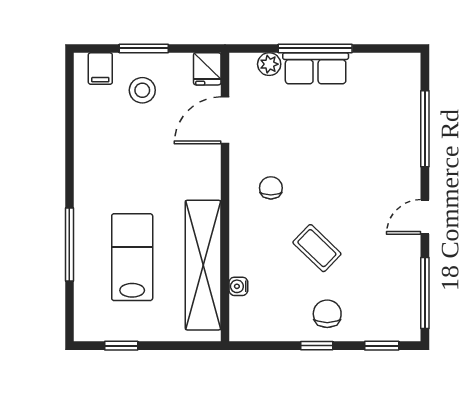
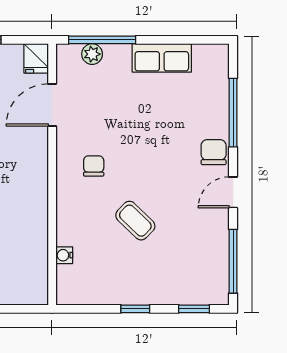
window: (315, 48) -> (102, 40), moved
row of seats: (316, 68) -> (162, 58), moved
shelving: (203, 265) -> (32, 236), removed
chair: (327, 314) -> (214, 152), moved

